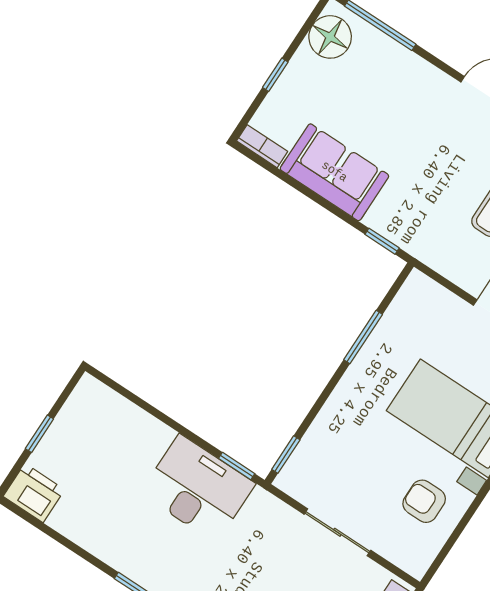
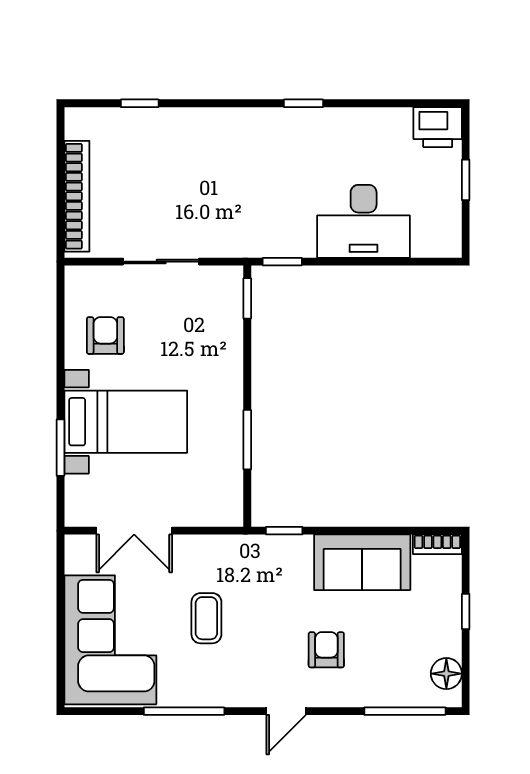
floor lamp: (330, 37) -> (446, 674), width x0.73, depth x0.73
armchair: (412, 119) -> (326, 650), added
desk: (198, 488) -> (364, 221), moved
armchair: (424, 501) -> (105, 335), turned -90

